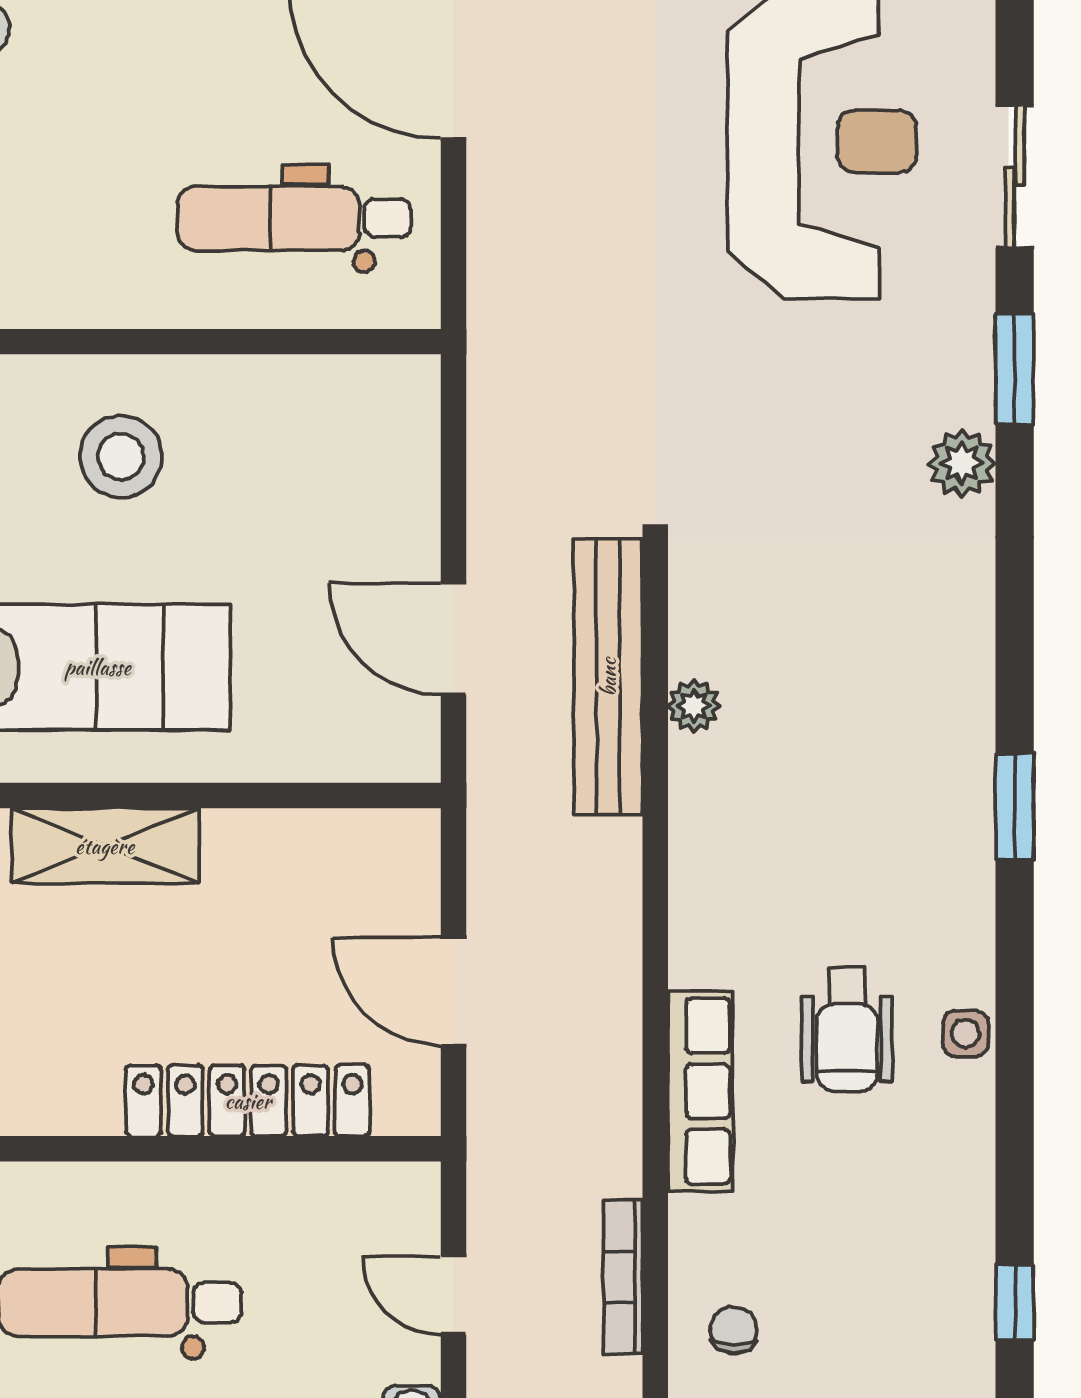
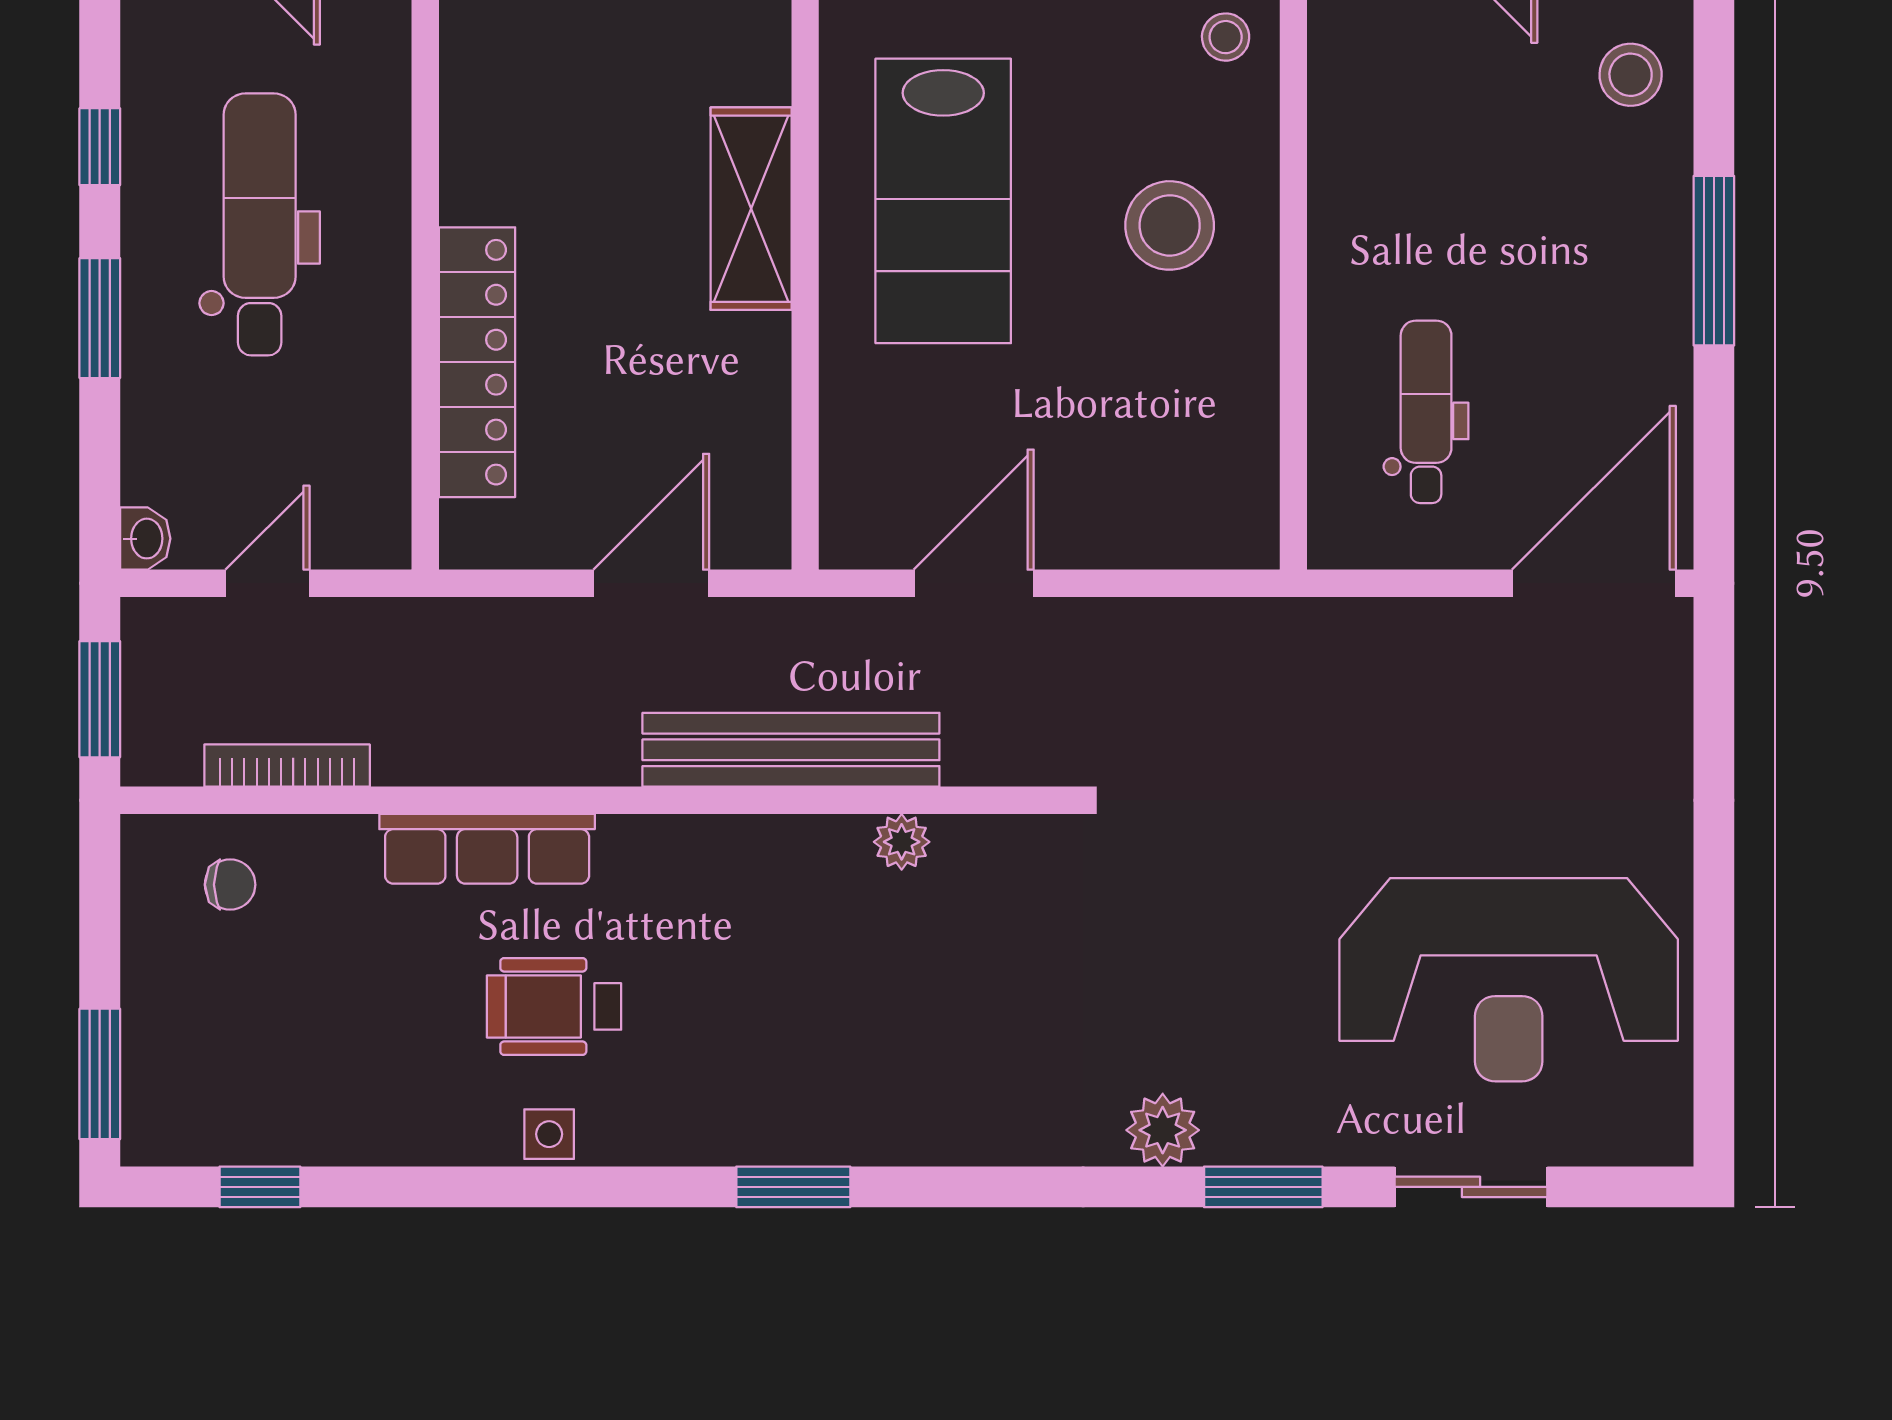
dental chair: (294, 218) -> (1426, 412), width x0.73, depth x0.72
bench: (608, 677) -> (791, 750), moved
door: (453, 991) -> (651, 583), moved

